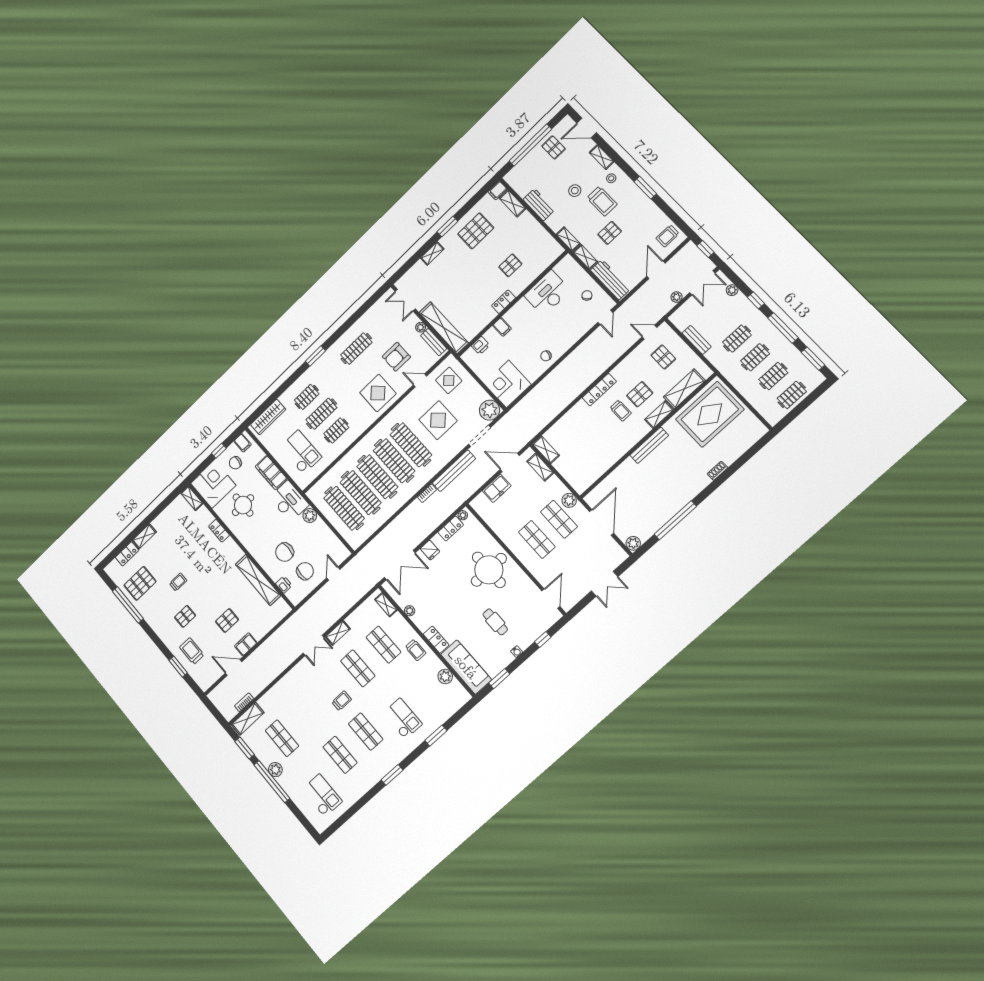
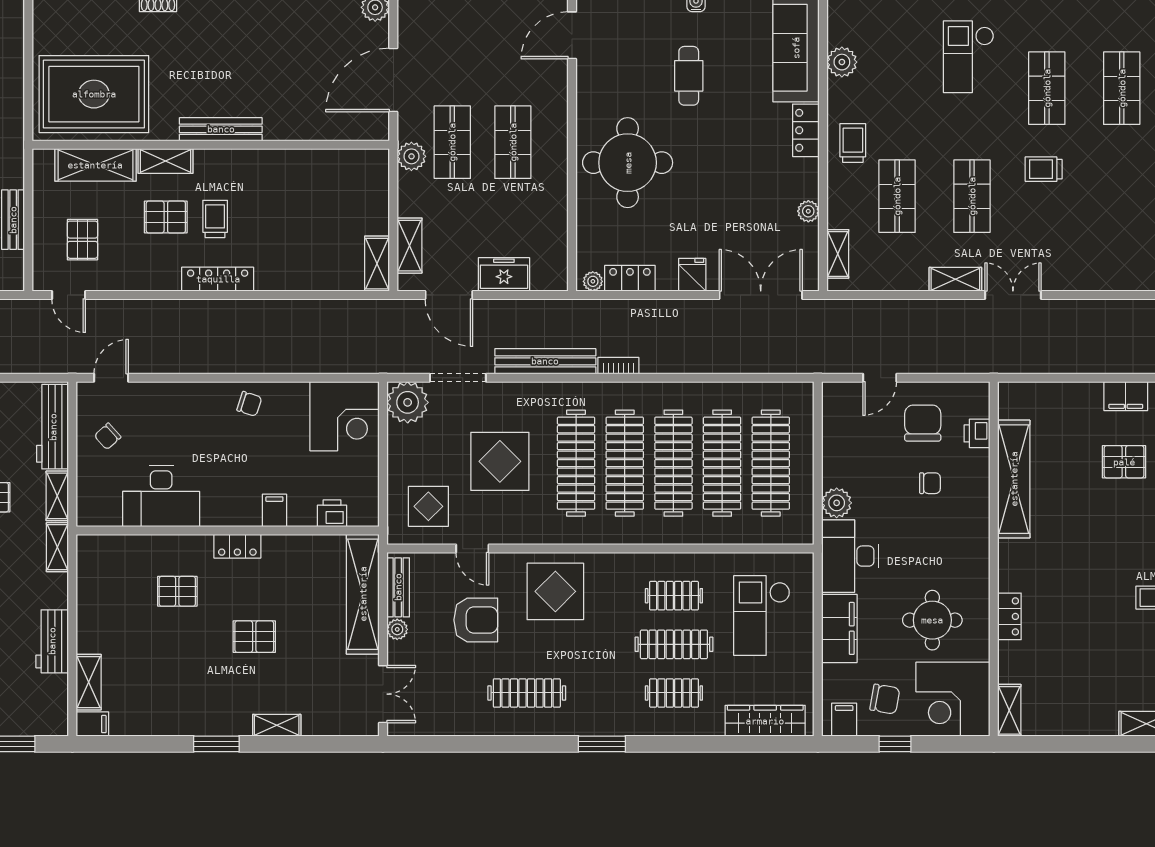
pallet: (476, 231) -> (254, 637), moved, width x0.67, depth x0.71
chair: (285, 552) -> (930, 483), width x0.54, depth x0.54
chair: (305, 571) -> (923, 423), turned 90

